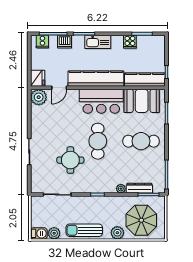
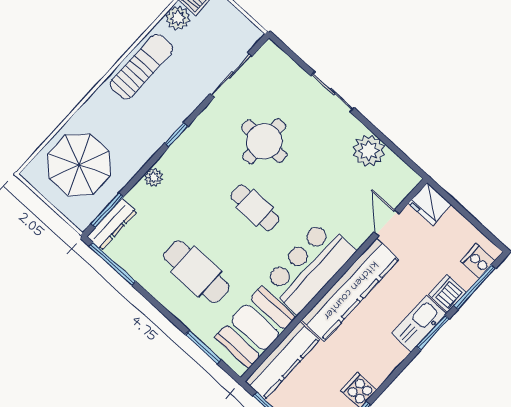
kitchen sink: (98, 42) -> (419, 324), moved
plant: (39, 97) -> (369, 151), moved
cafe table: (98, 141) -> (255, 208), width x0.73, depth x0.74
cafe table: (141, 141) -> (196, 272), turned 90
dresser: (139, 188) -> (112, 224), moved
plant: (117, 233) -> (93, 112), removed

